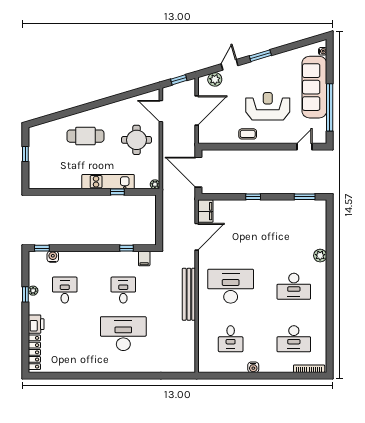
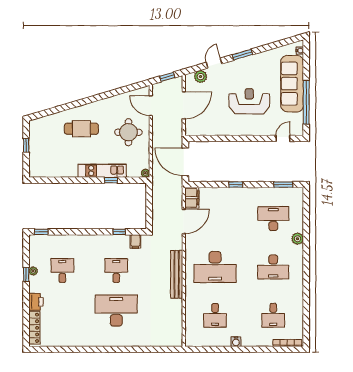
coffee table: (248, 134) -> (231, 127), removed
desk: (294, 234) -> (273, 219), added
water cooler: (53, 257) -> (51, 240), removed
desk: (231, 286) -> (215, 267), turned 180
desk: (294, 339) -> (273, 315), width x0.73

